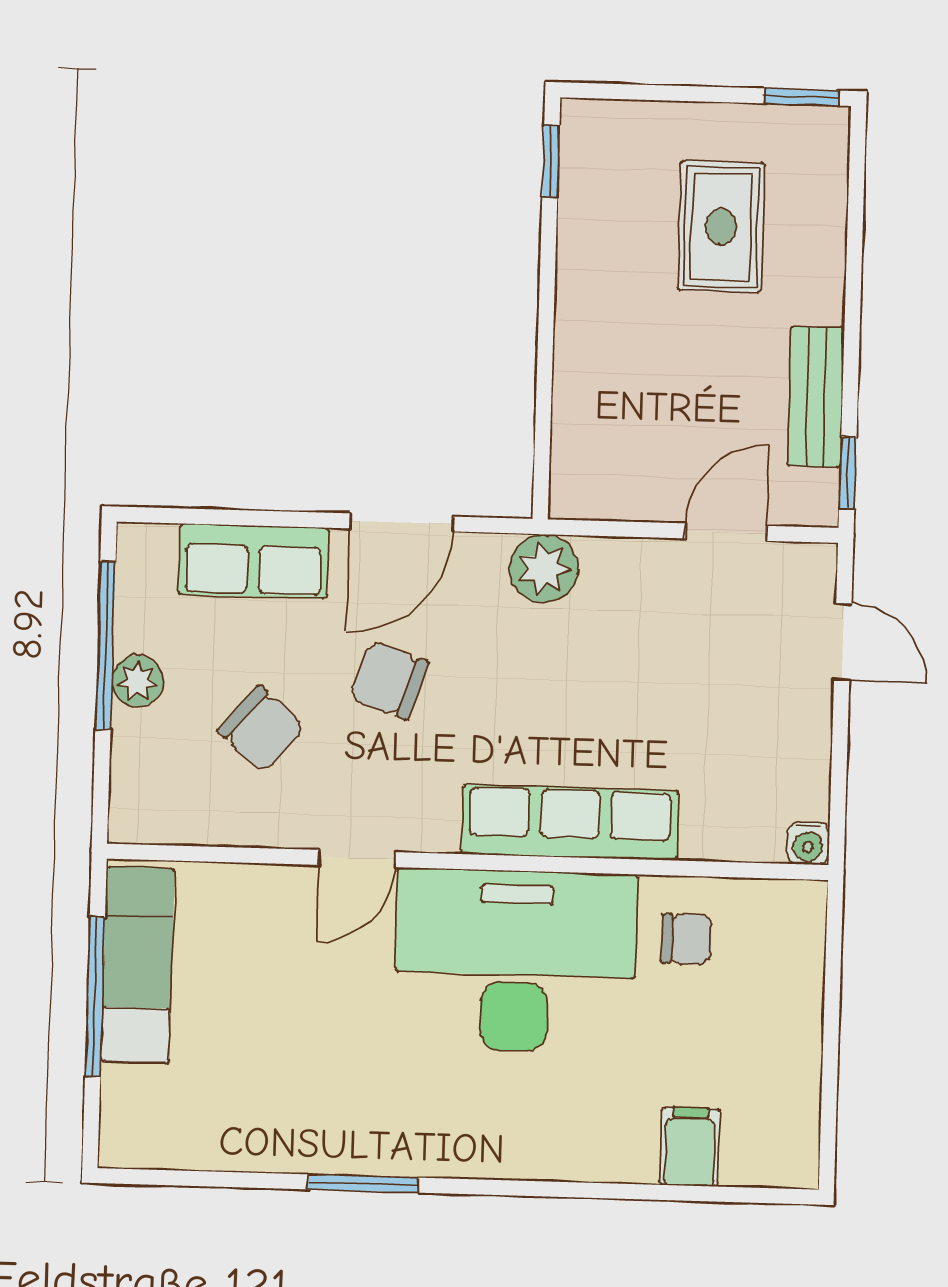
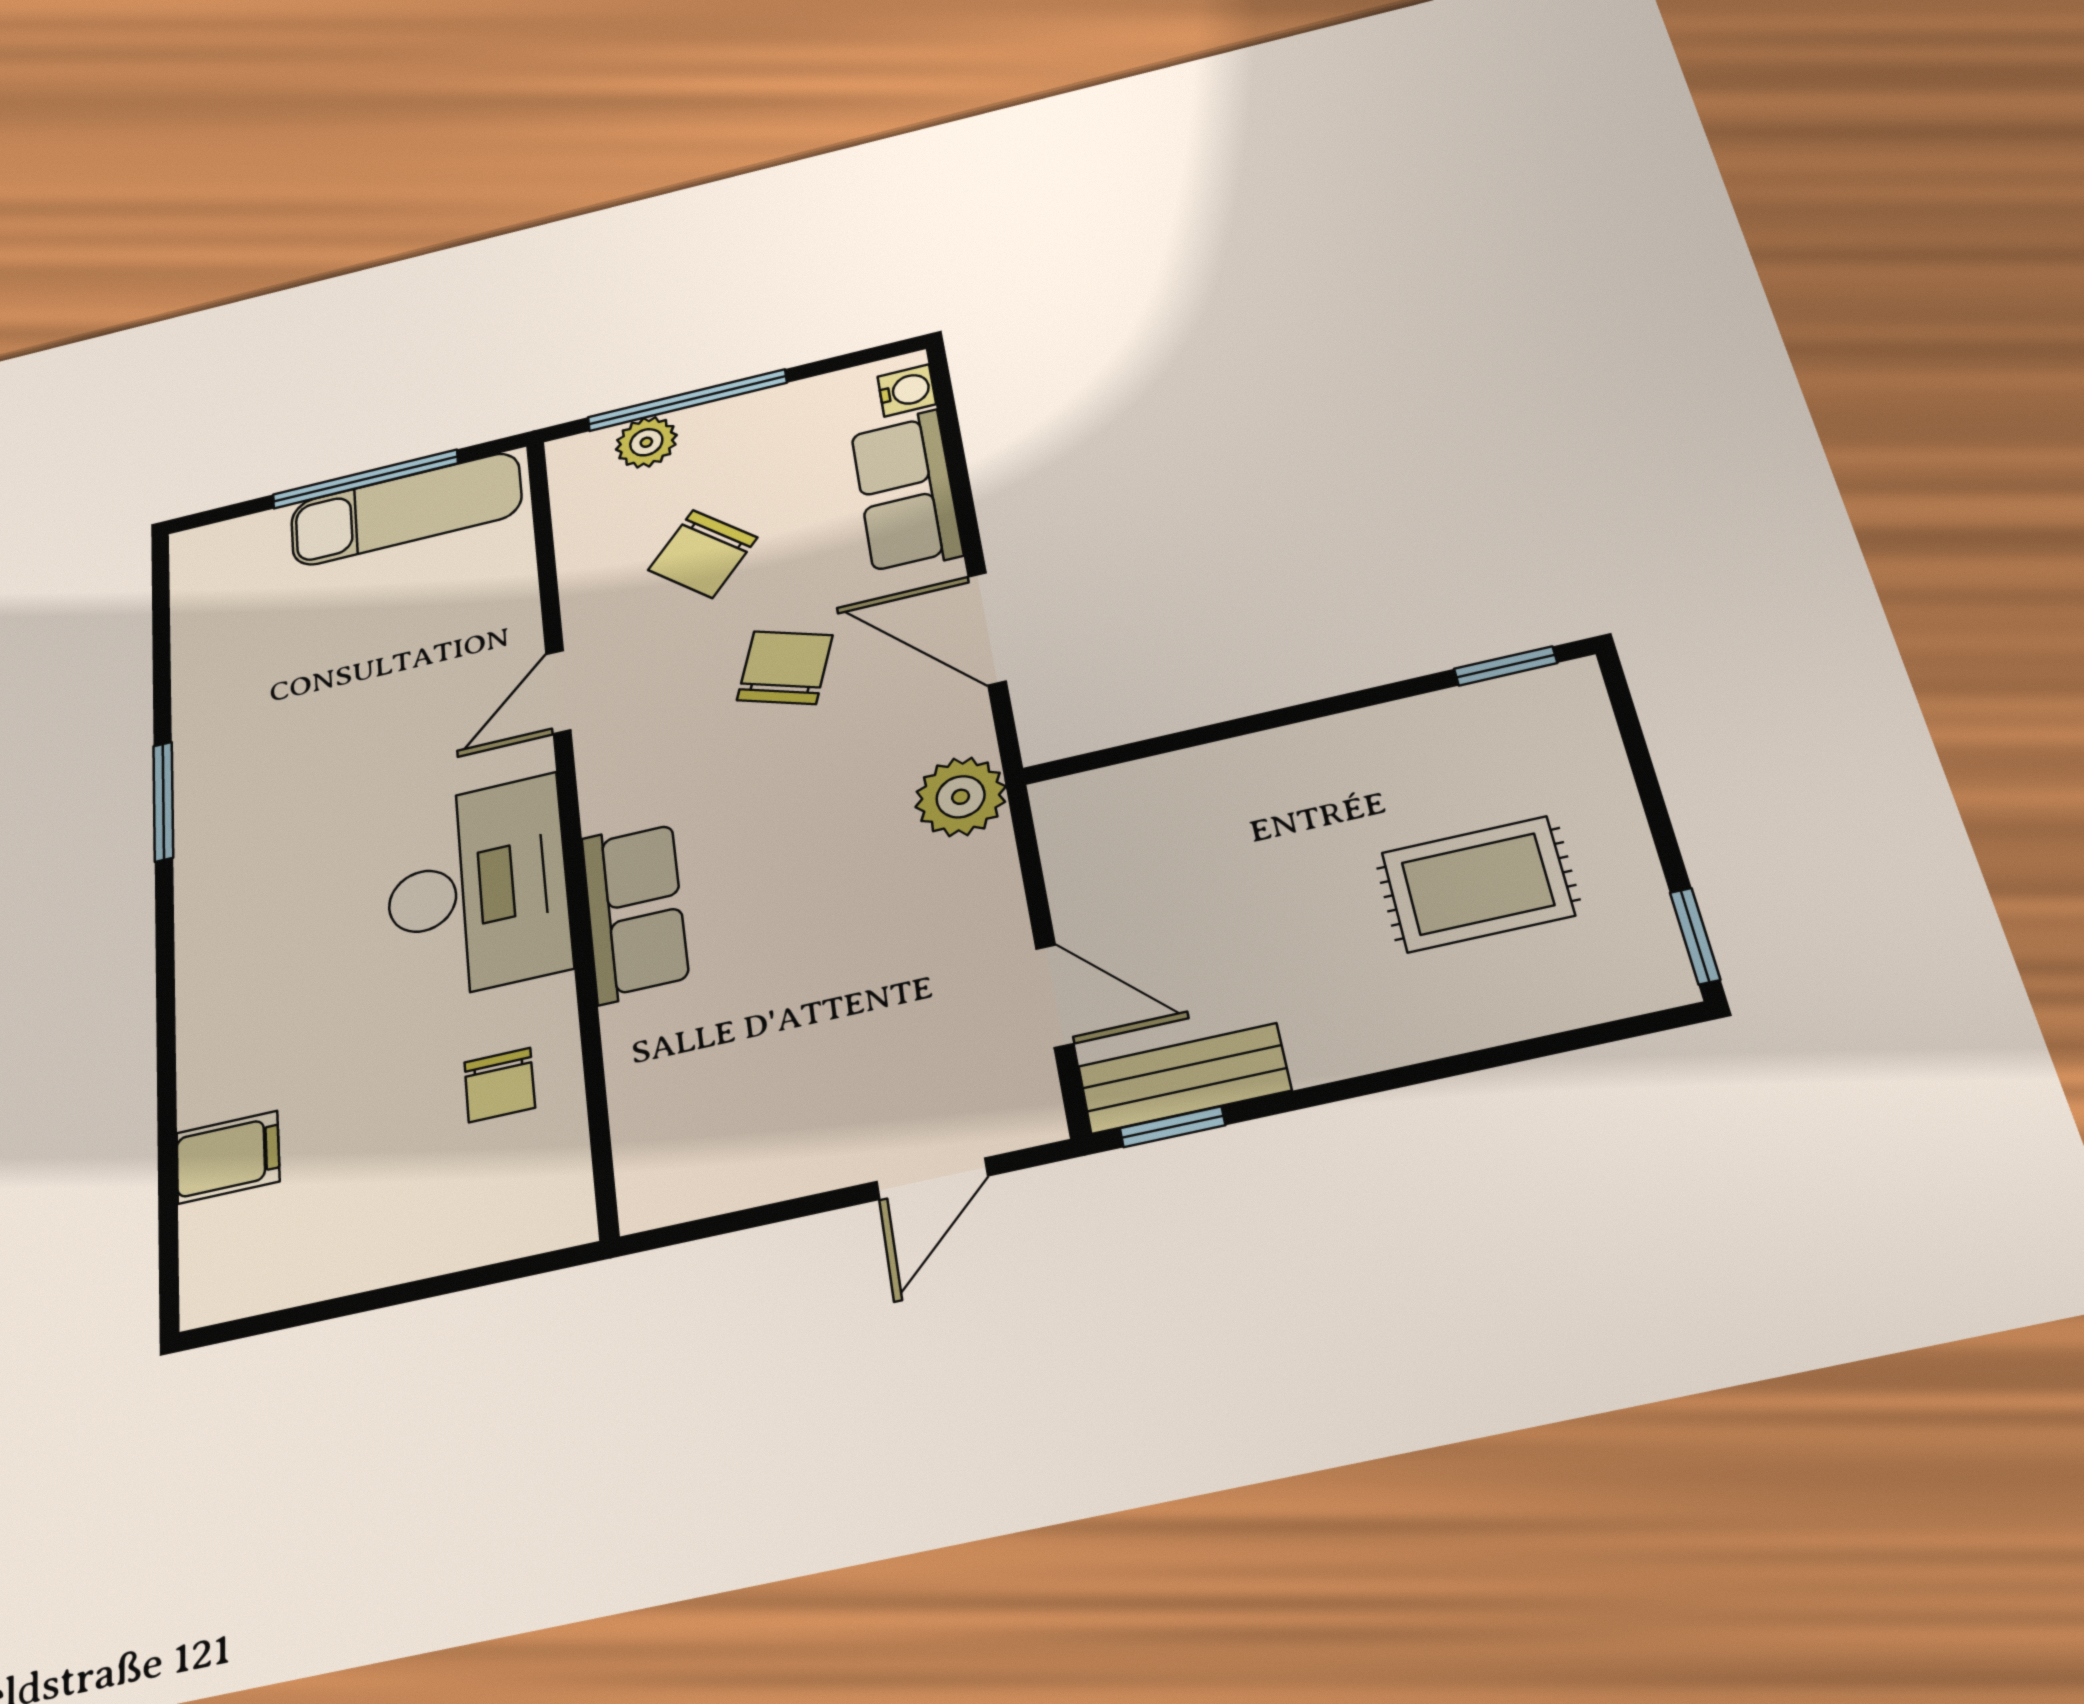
bench: (816, 397) -> (1184, 1078), moved
window: (105, 646) -> (687, 400), moved
plant: (138, 681) -> (646, 442), moved
row of seats: (570, 822) -> (635, 911), width x0.68
water cooler: (808, 843) -> (907, 390), moved, turned 180
door: (357, 859) -> (558, 692), hinge flipped
desk: (515, 961) -> (477, 889), width x0.73, depth x0.77

